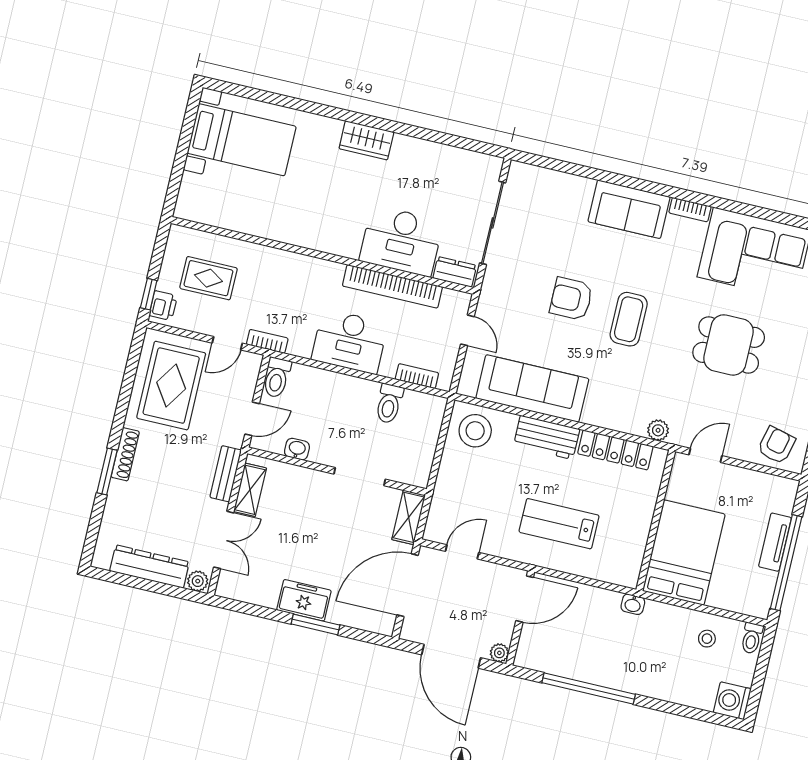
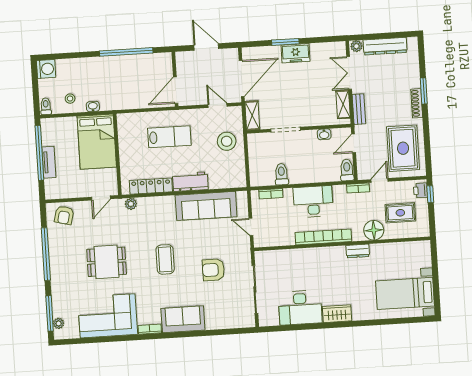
desk: (401, 241) -> (300, 308), moved, turned 180
floor lamp: (262, 262) -> (374, 230), added
dresser: (455, 272) -> (358, 251), moved
bookcase: (392, 286) -> (323, 237), moved
armchair: (571, 299) -> (213, 270), moved, turned 180
stool: (475, 431) -> (227, 141), moved
door: (462, 552) -> (217, 106), swing flipped
washbasin: (633, 604) -> (93, 107), moved
plant: (499, 653) -> (181, 57), removed
door: (451, 656) -> (206, 47), width x0.73

